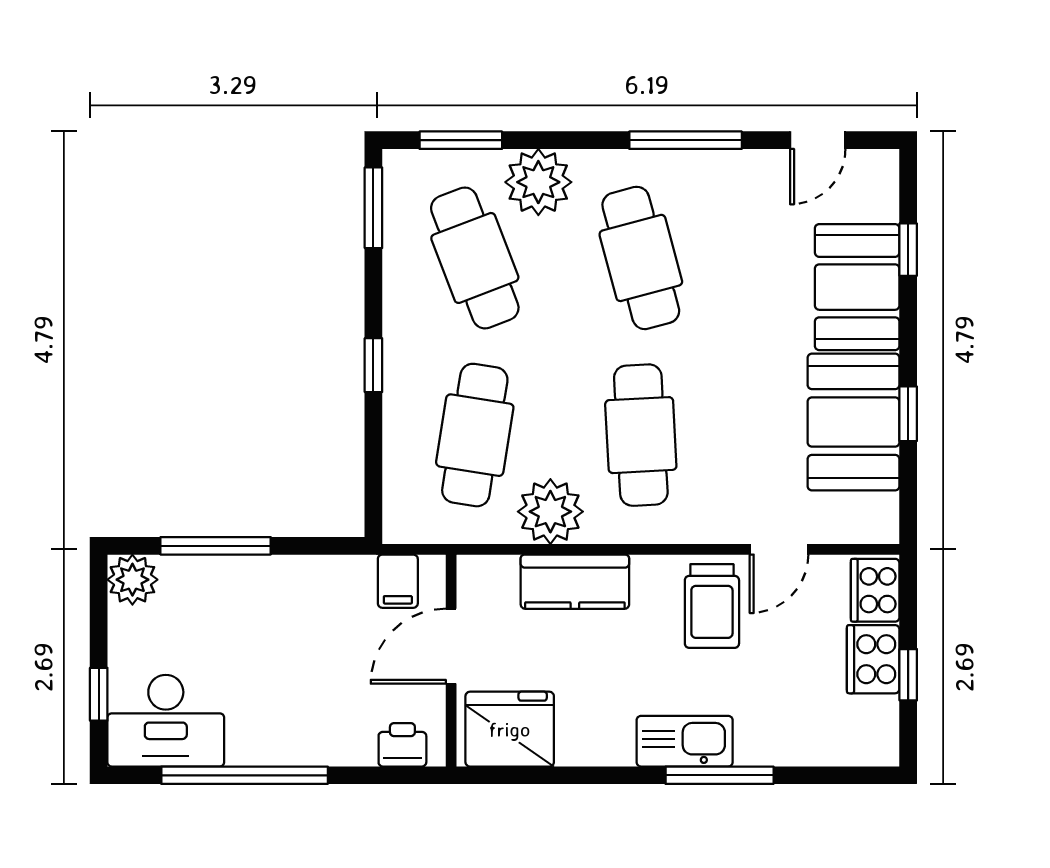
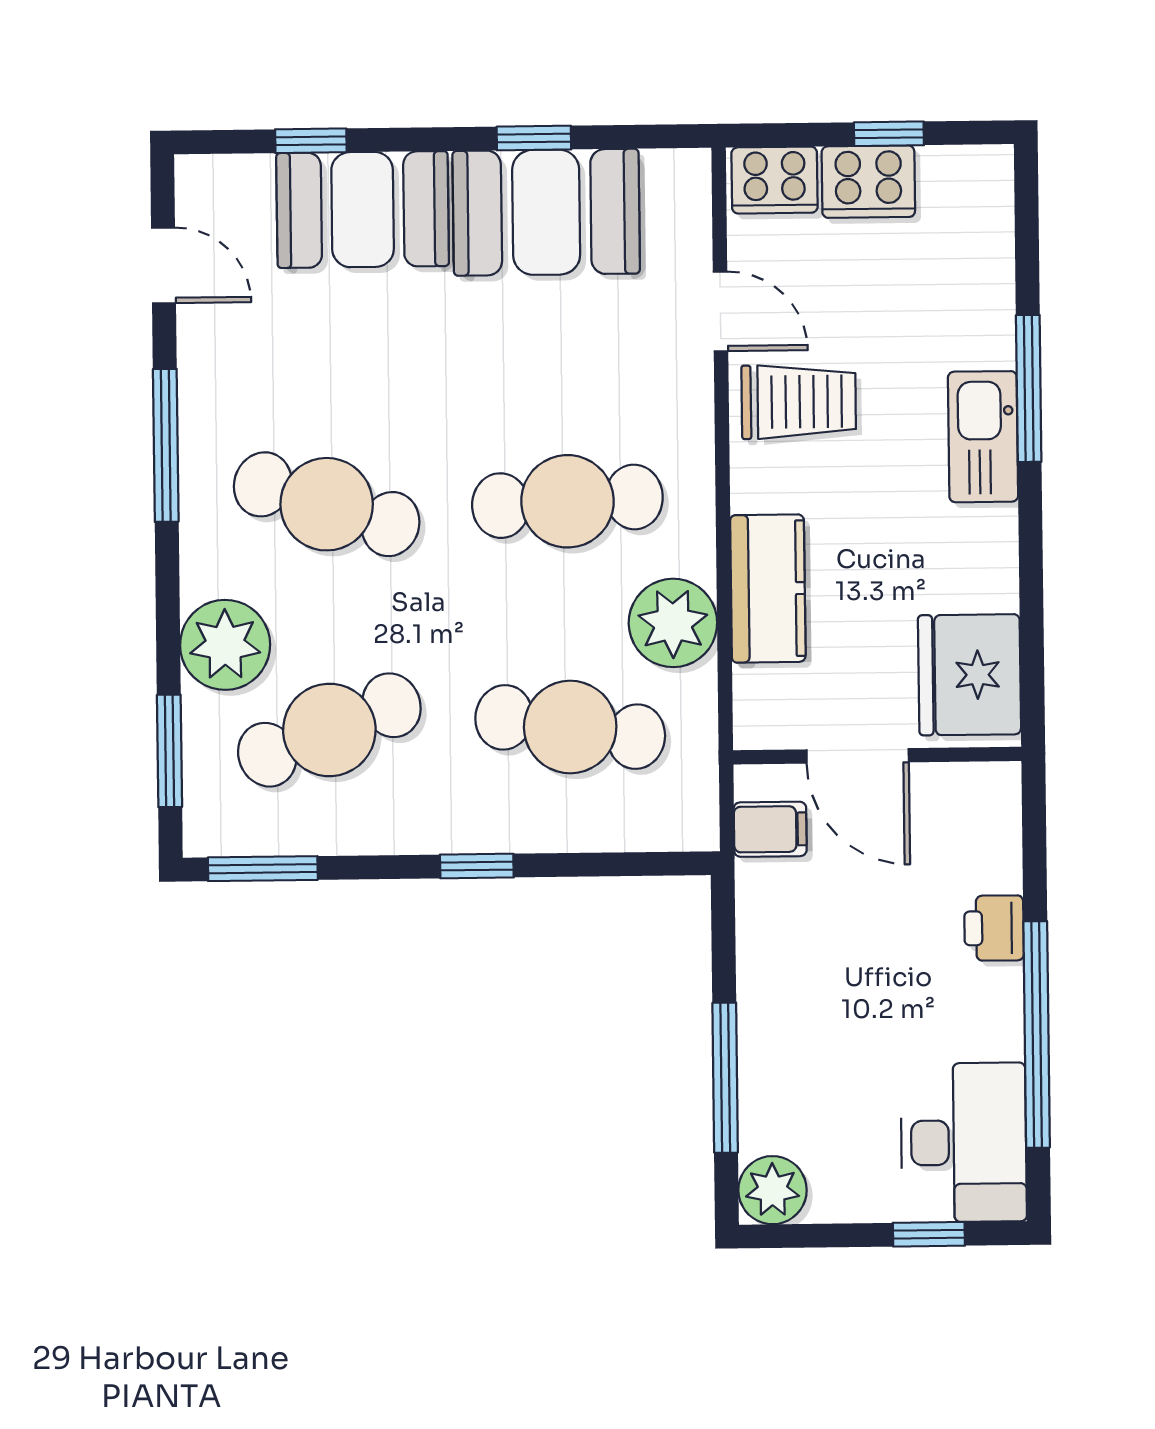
cafe table: (641, 258) -> (327, 504), turned 33
printer: (402, 745) -> (994, 928), moved

